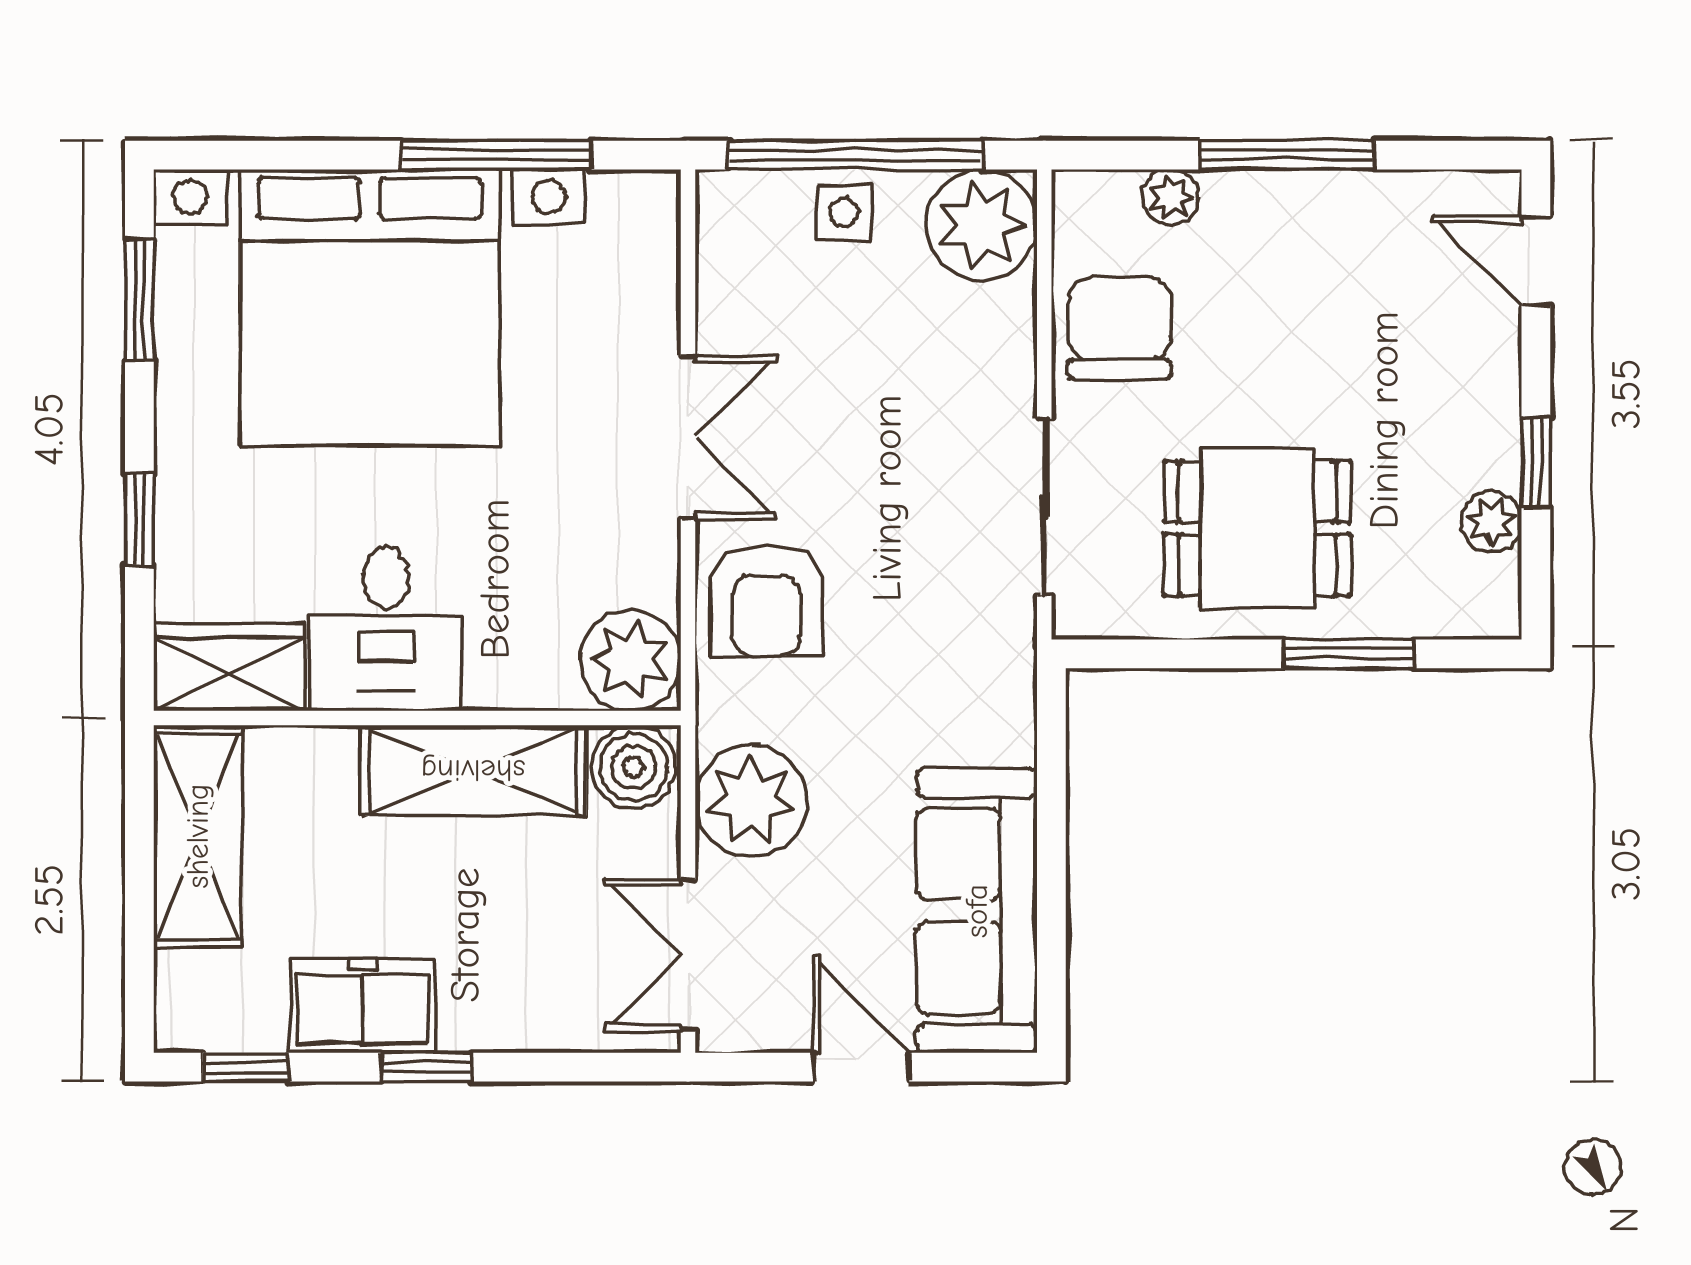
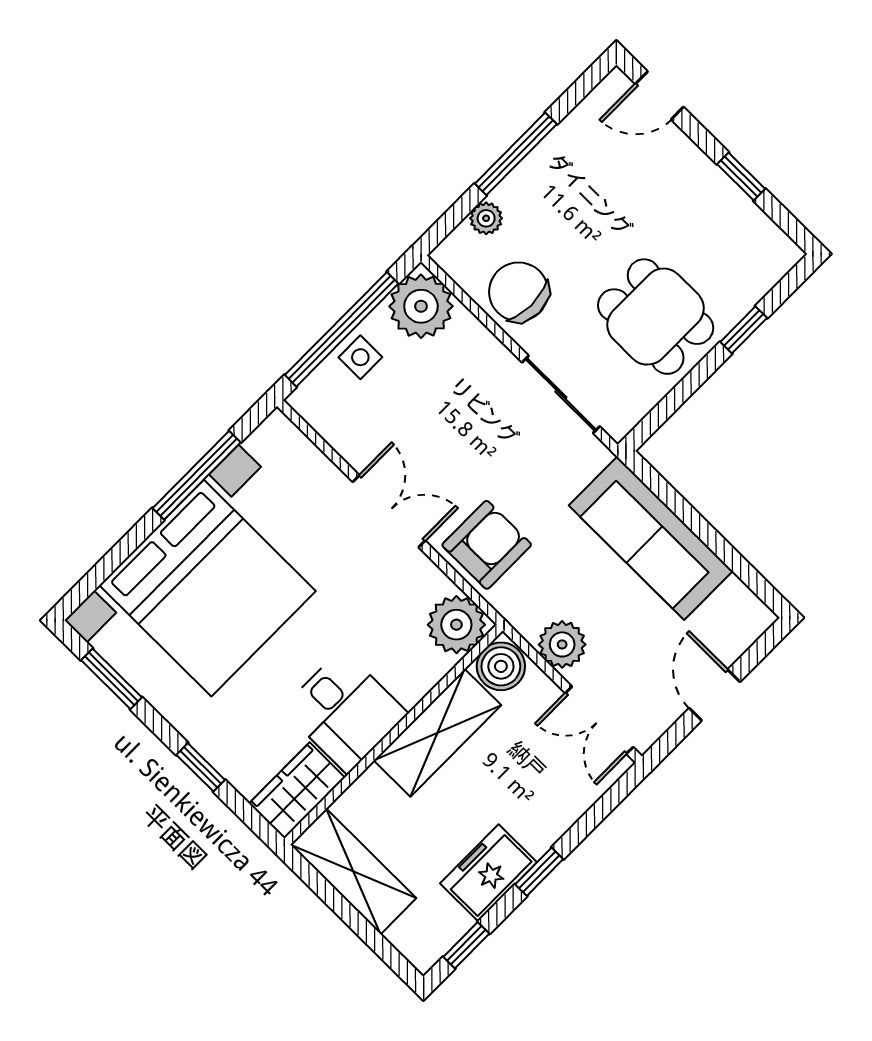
plant: (1491, 521) -> (747, 219), removed
dining table: (1257, 528) -> (656, 317), turned 90
armchair: (767, 600) -> (487, 545), turned -90
window: (1349, 654) -> (744, 330), width x0.67
plant: (751, 801) -> (562, 644), width x0.73, depth x0.73
sofa: (977, 911) -> (651, 538), moved
door: (861, 1067) -> (715, 695), hinge flipped

